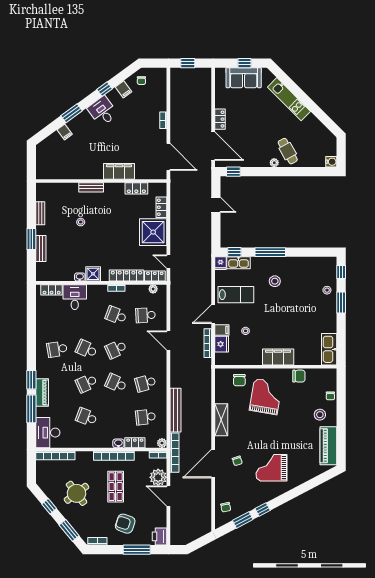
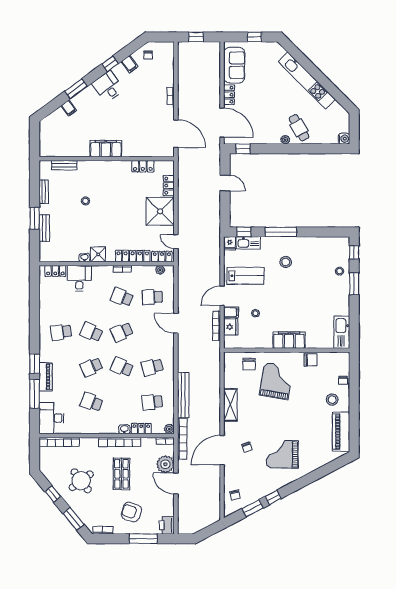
sofa: (244, 78) -> (234, 65), moved, turned -90
kitchen unit: (289, 99) -> (307, 81), width x1.36
filing cabinet: (119, 171) -> (106, 149), moved
bench: (91, 187) -> (64, 165), moved

